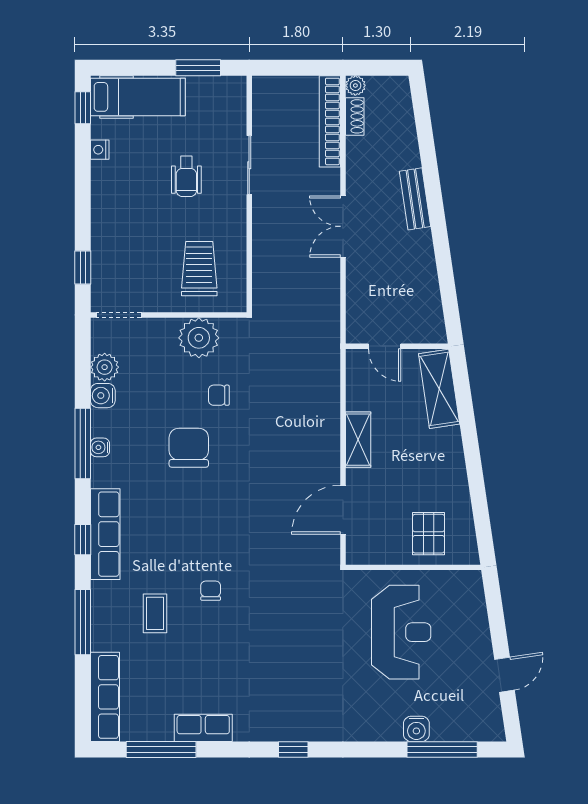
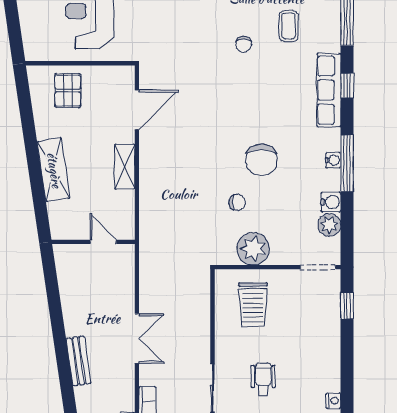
shelving: (439, 389) -> (54, 170), moved

